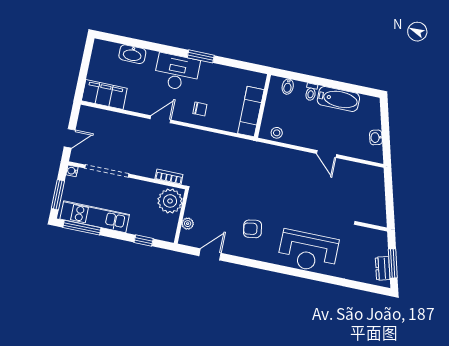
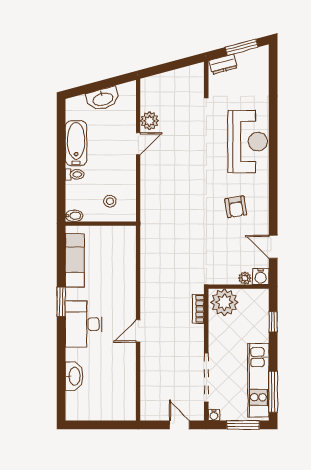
bidet: (288, 87) -> (74, 216), moved
filing cabinet: (104, 94) -> (124, 397), removed
chair: (200, 109) -> (118, 291), removed
exam couch: (251, 112) -> (75, 260), moved, turned -90
door: (161, 119) -> (138, 331), hinge flipped
stool: (277, 133) -> (110, 201), moved
washbasin: (376, 137) -> (103, 99), width x1.91, depth x1.45
plant: (345, 168) -> (149, 121), added
water cooler: (186, 238) -> (261, 277), added
dresser: (383, 268) -> (223, 64), moved

